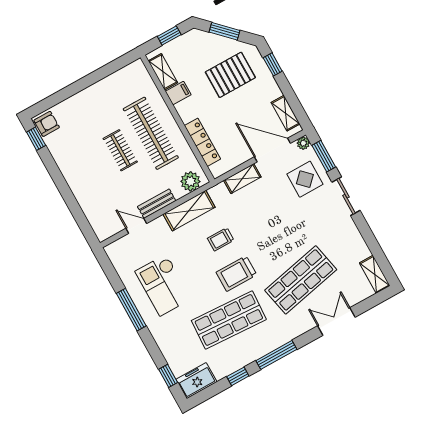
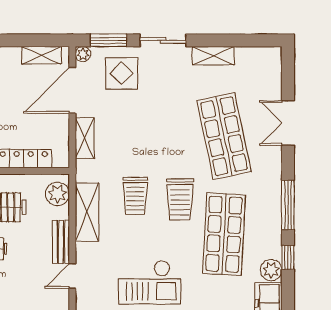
trolley: (221, 239) -> (135, 196), width x1.36, depth x1.39
shelving: (375, 274) -> (213, 56), moved
plant: (222, 369) -> (271, 270), added

